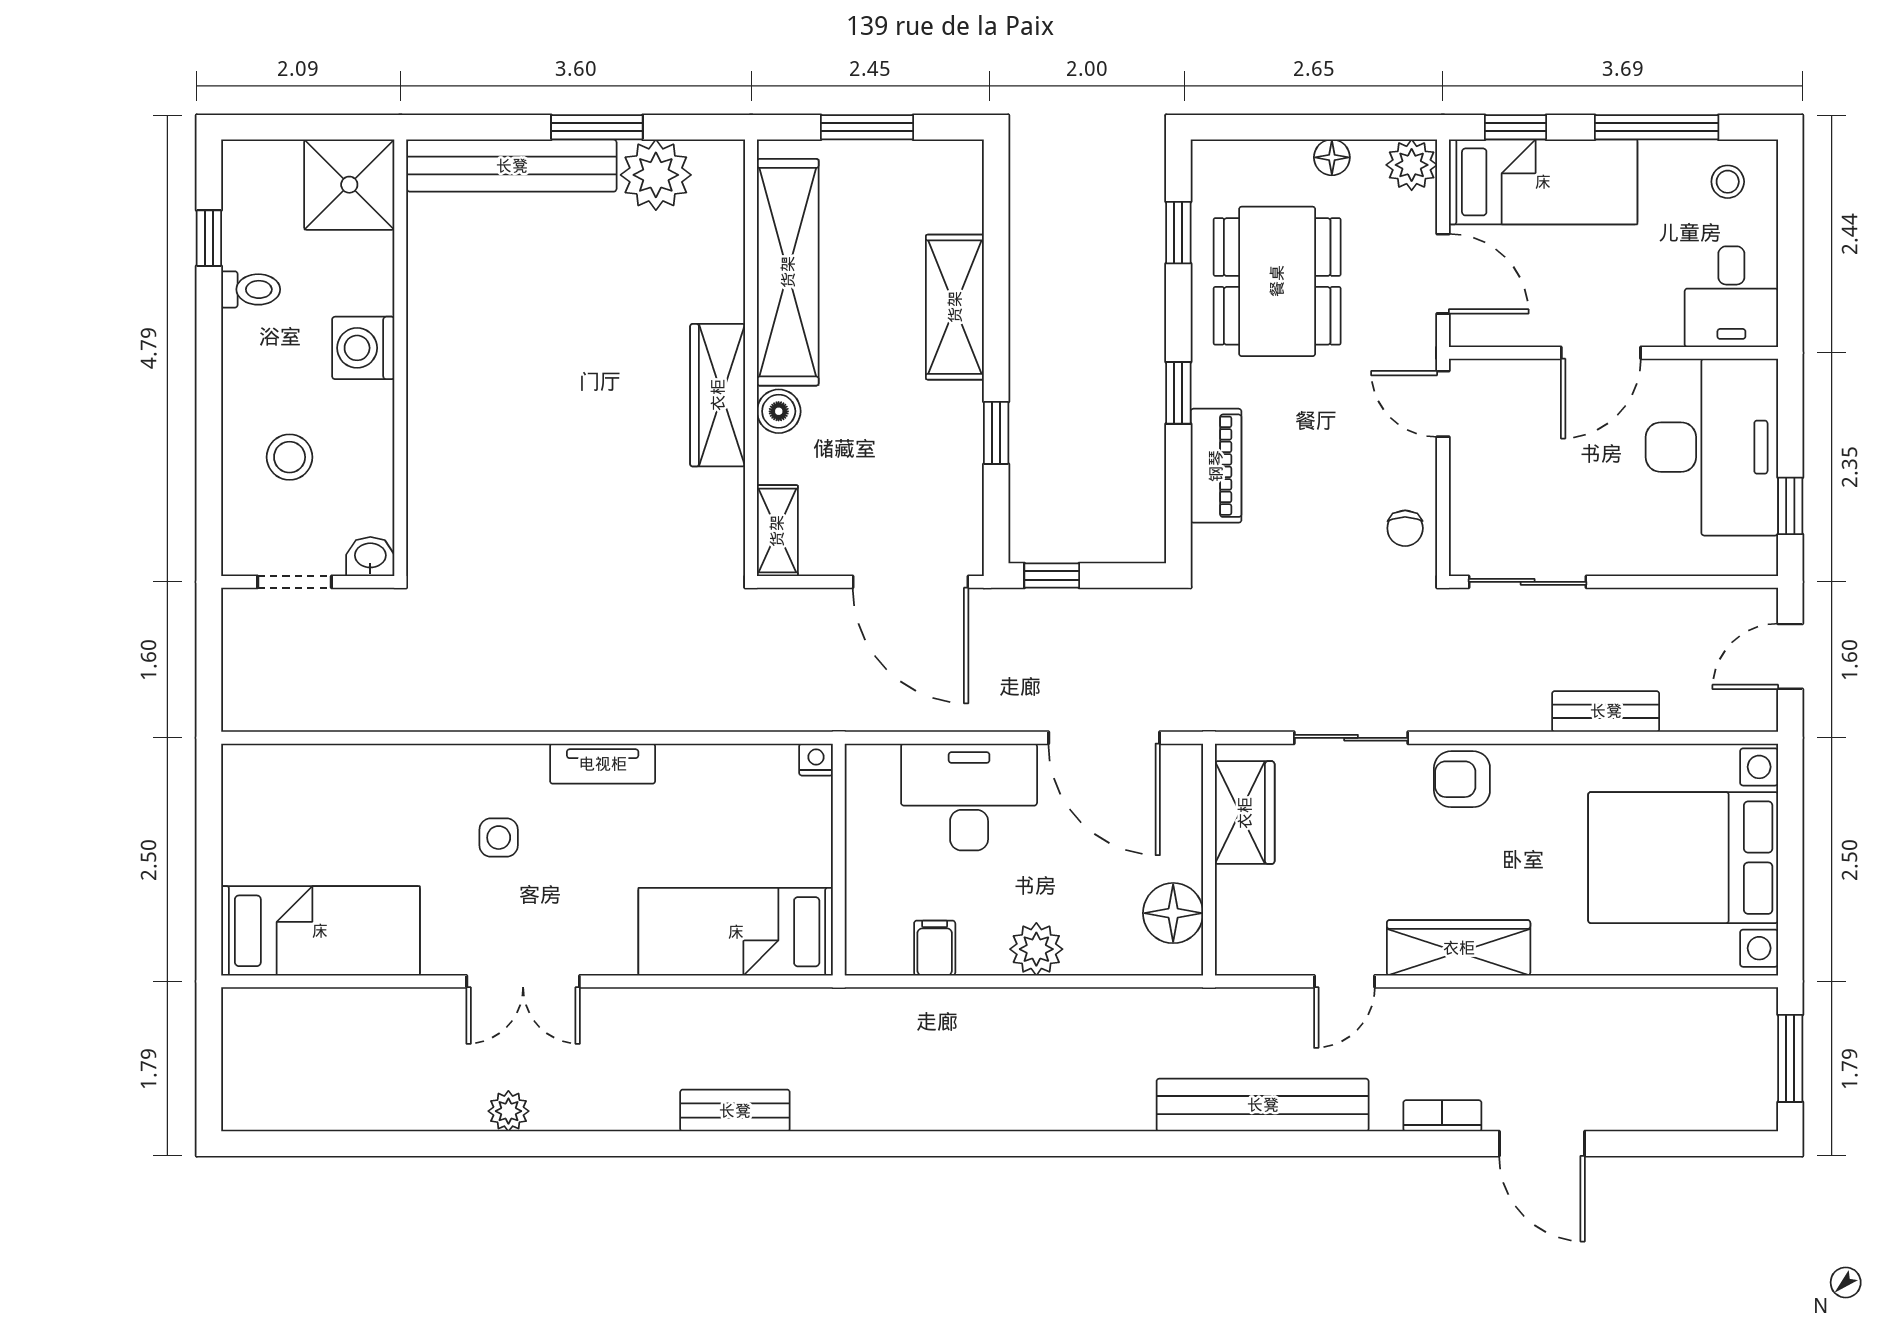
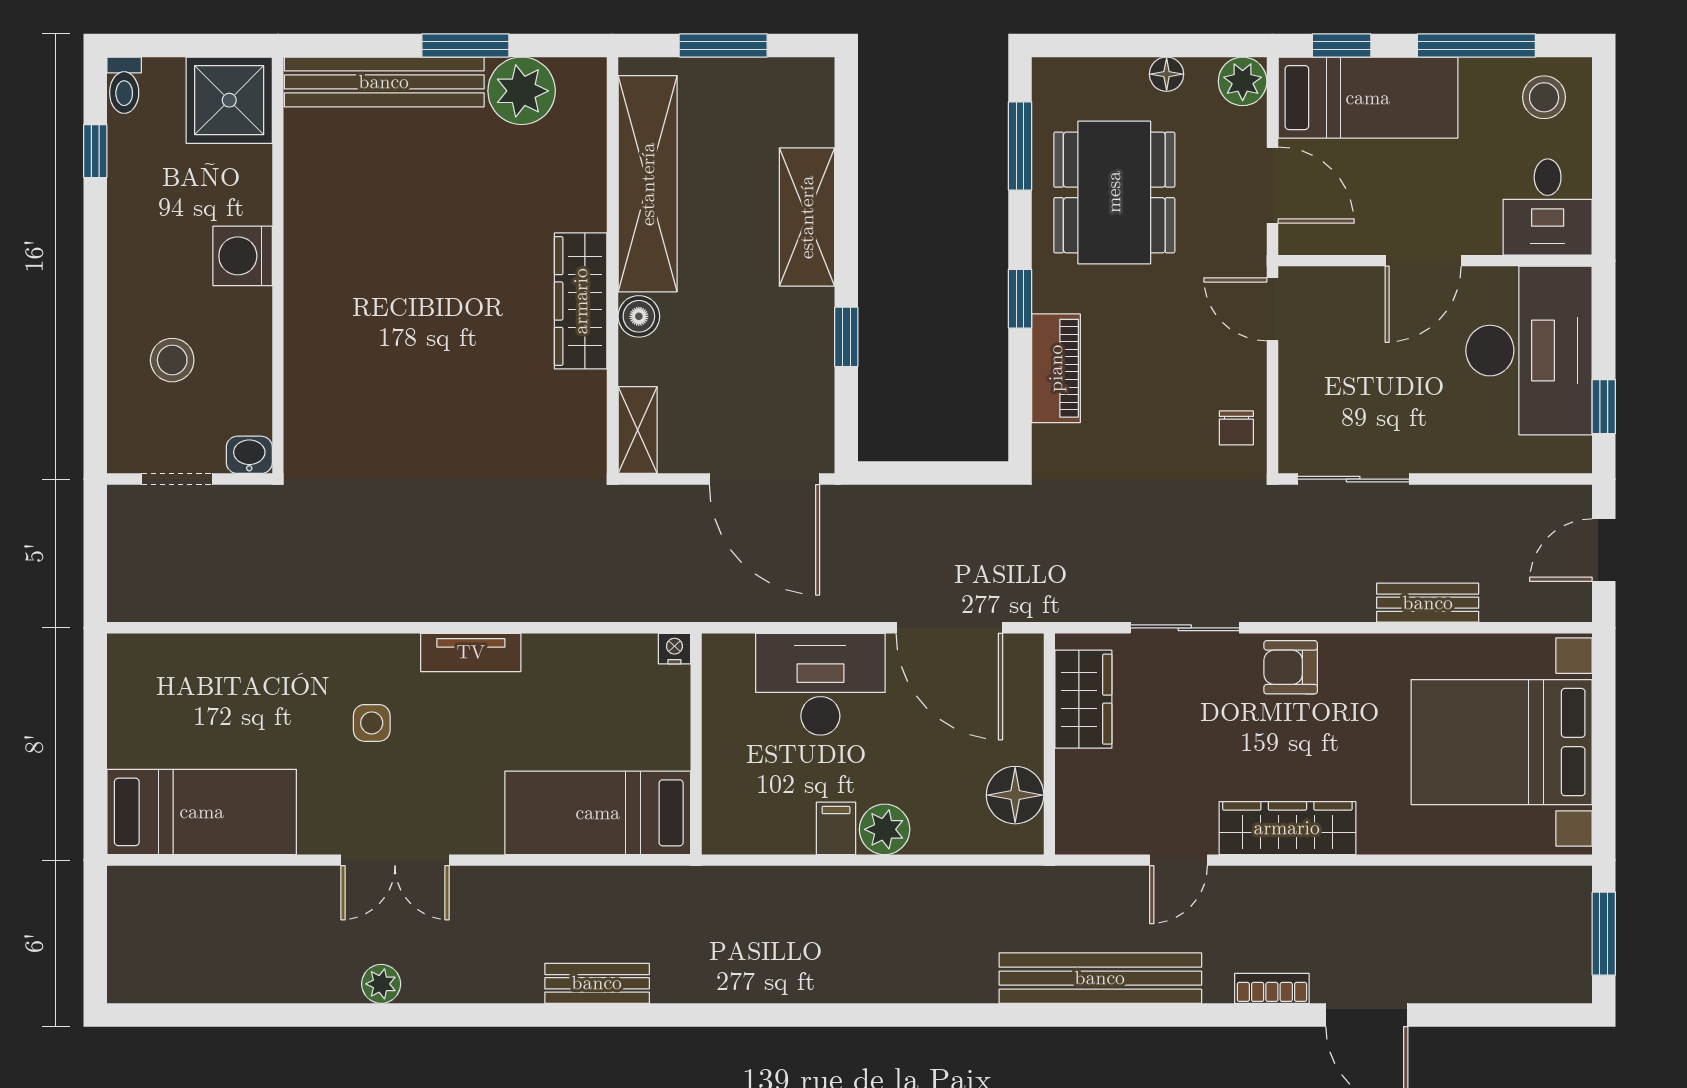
stool: (1728, 182) -> (1544, 97), width x1.37, depth x1.37
window: (1178, 233) -> (1020, 146), width x1.50
toilet: (251, 289) -> (124, 85), moved, turned 90
window: (1052, 576) -> (899, 473), removed
filing cabinet: (935, 948) -> (836, 828), moved

